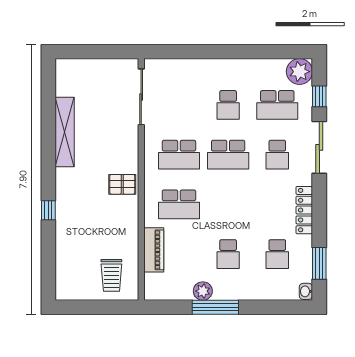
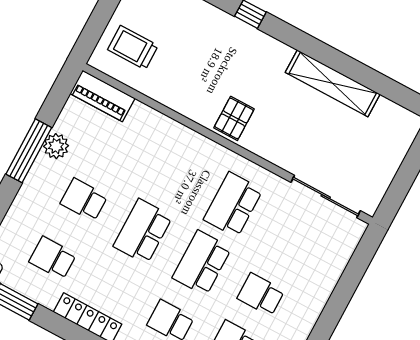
school desk: (179, 204) -> (143, 231), moved
piano: (154, 250) -> (102, 96), moved

